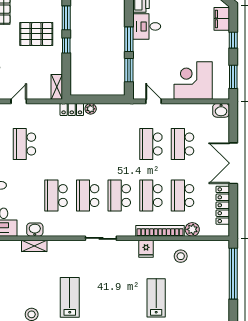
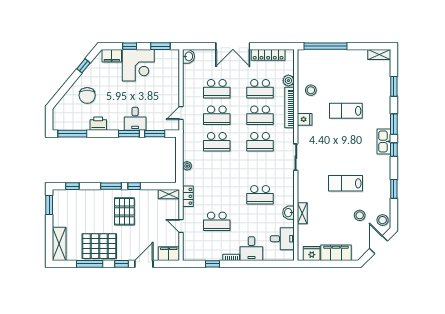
desk: (147, 26) -> (135, 119), moved
corner desk: (193, 80) -> (138, 65), moved, turned -90
locker: (72, 109) -> (188, 196), moved
school desk: (88, 196) -> (217, 142), moved

